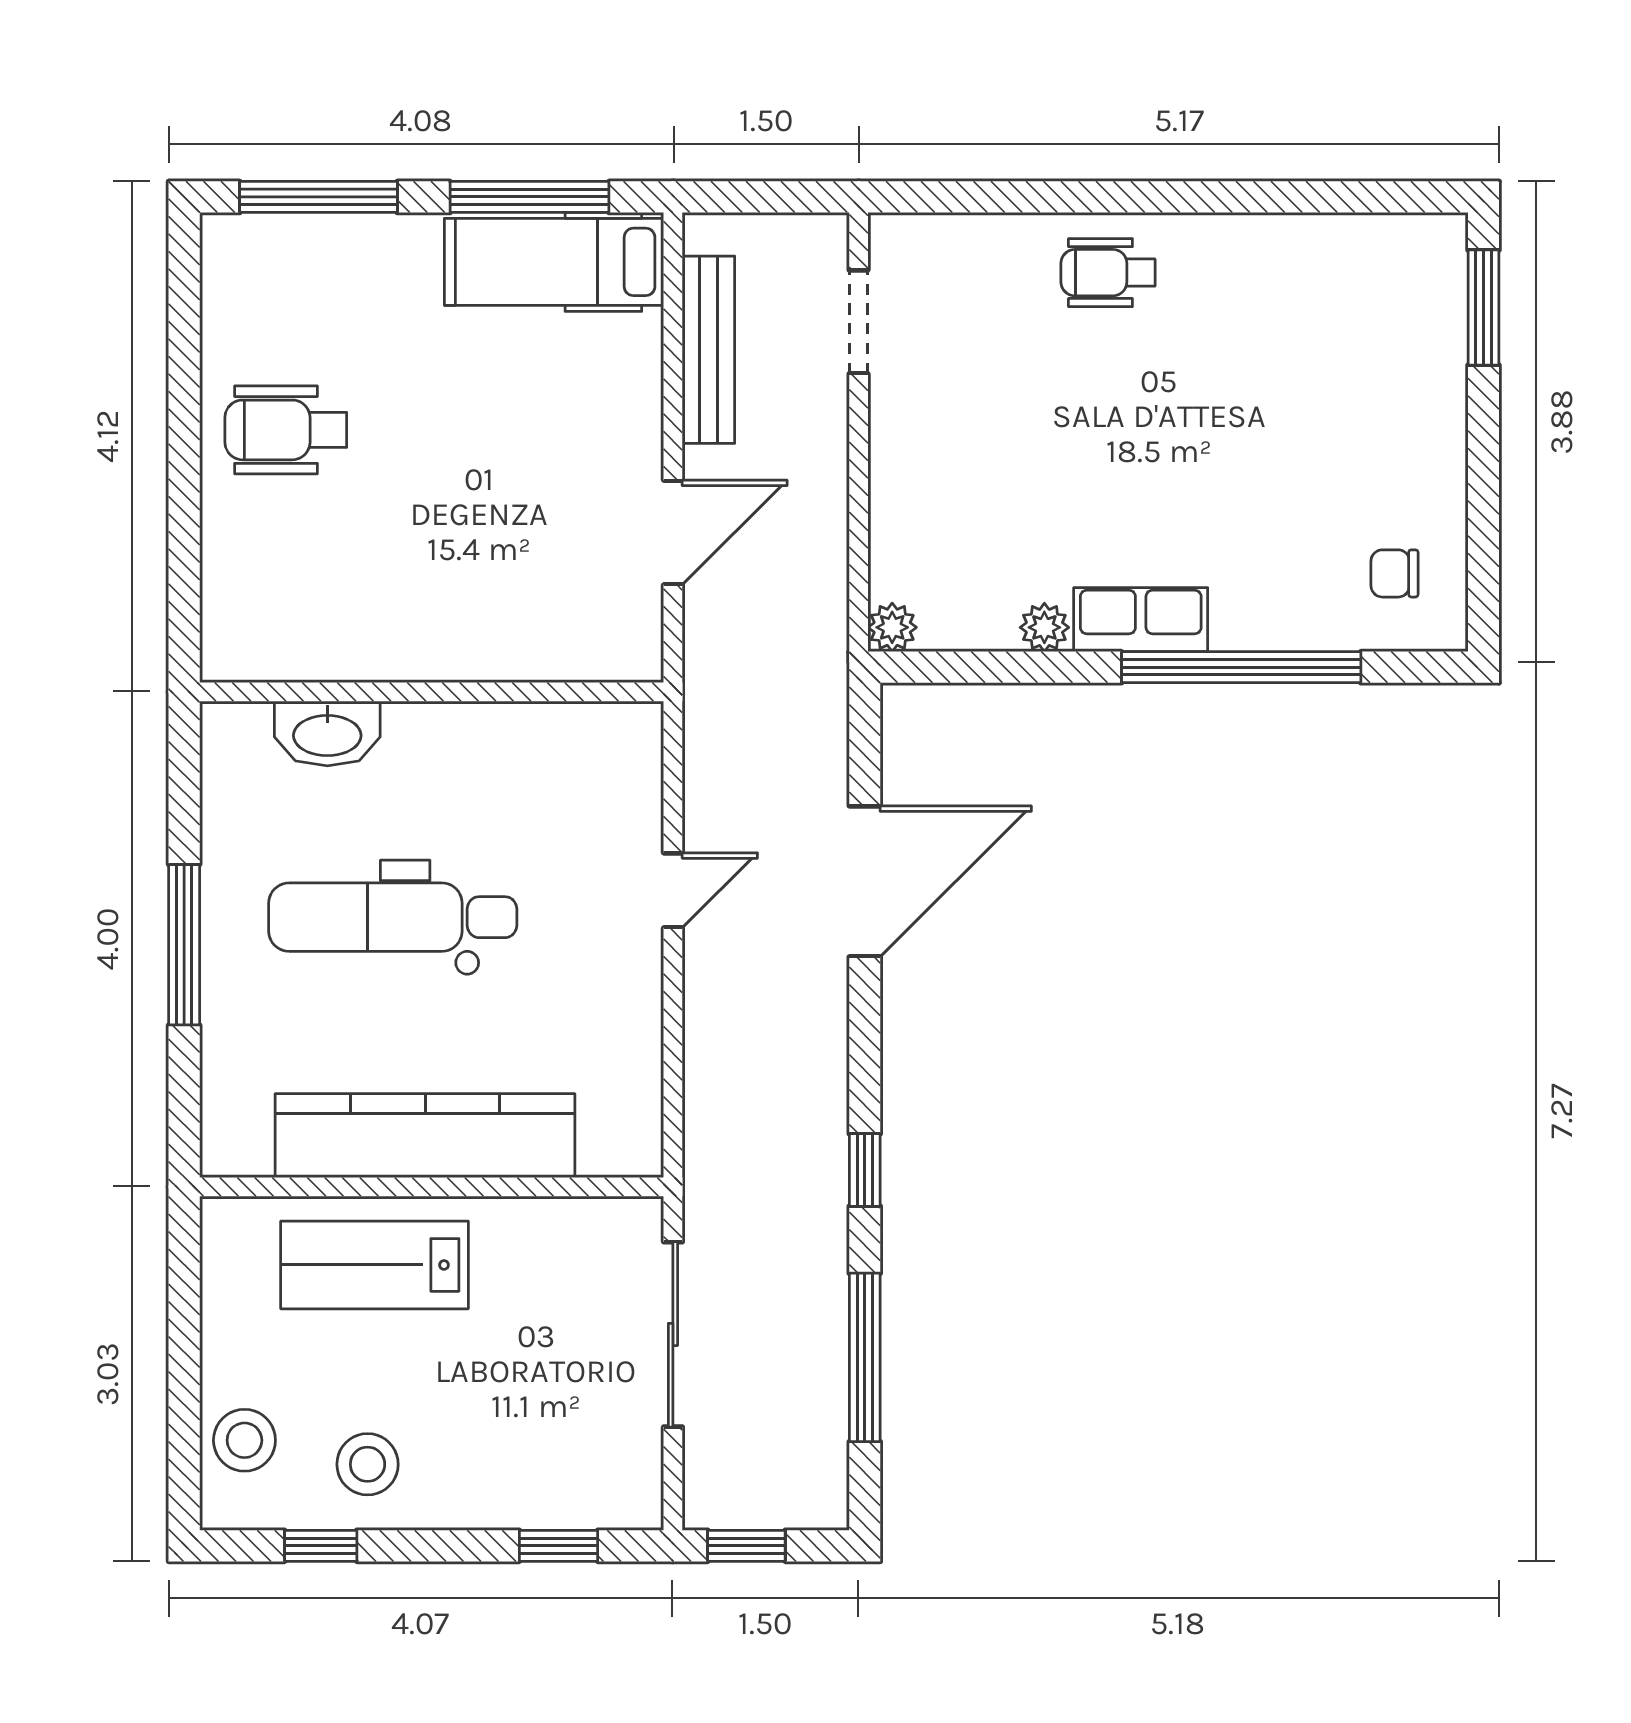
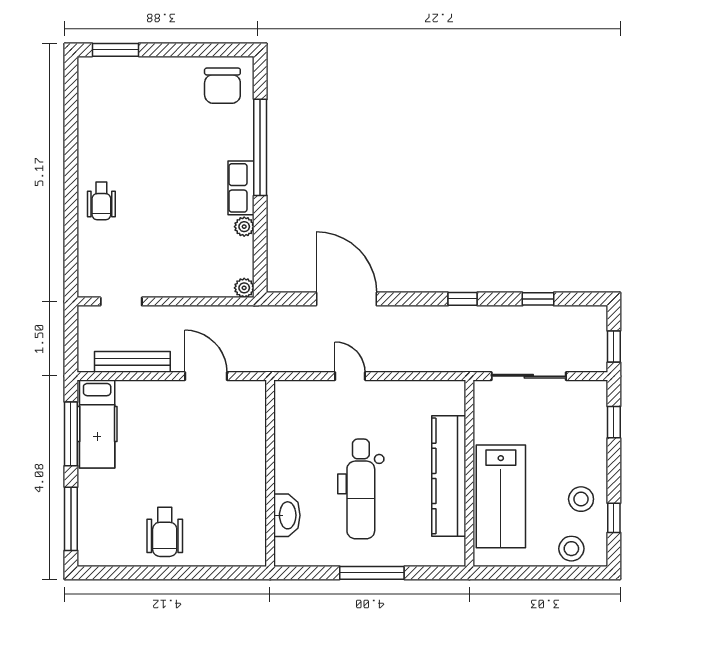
chair: (1395, 573) -> (222, 86), width x1.87, depth x1.87
lab bench: (375, 1265) -> (501, 496), width x1.36, depth x1.39
window: (865, 1357) -> (538, 299), width x0.46

